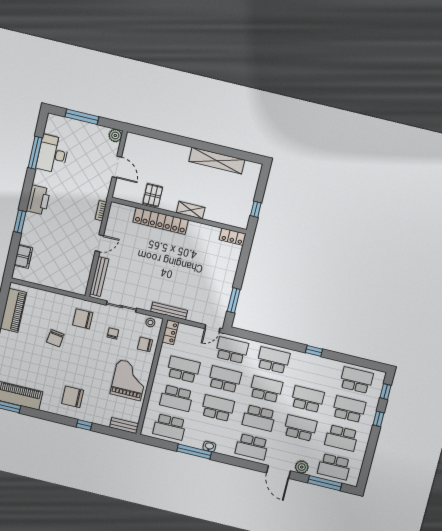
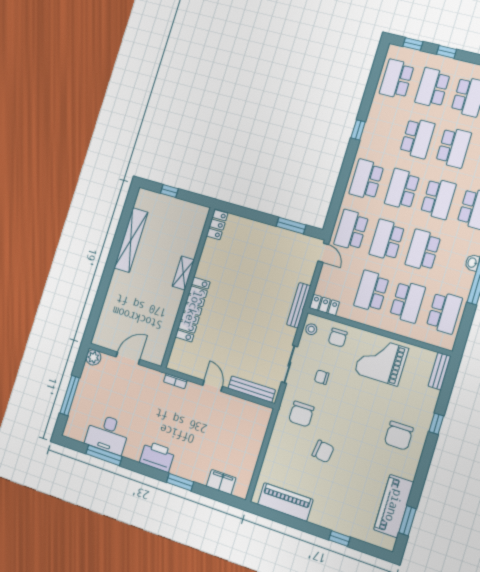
pallet: (153, 195) -> (163, 317), removed
window: (256, 209) -> (169, 191), moved
school desk: (307, 399) -> (417, 138), turned 180
school desk: (300, 428) -> (454, 148), turned 180

